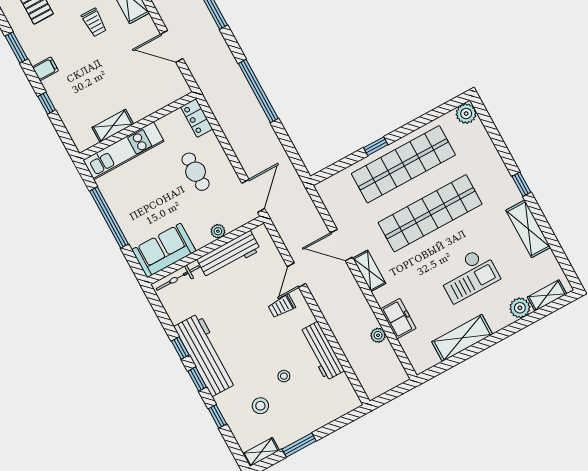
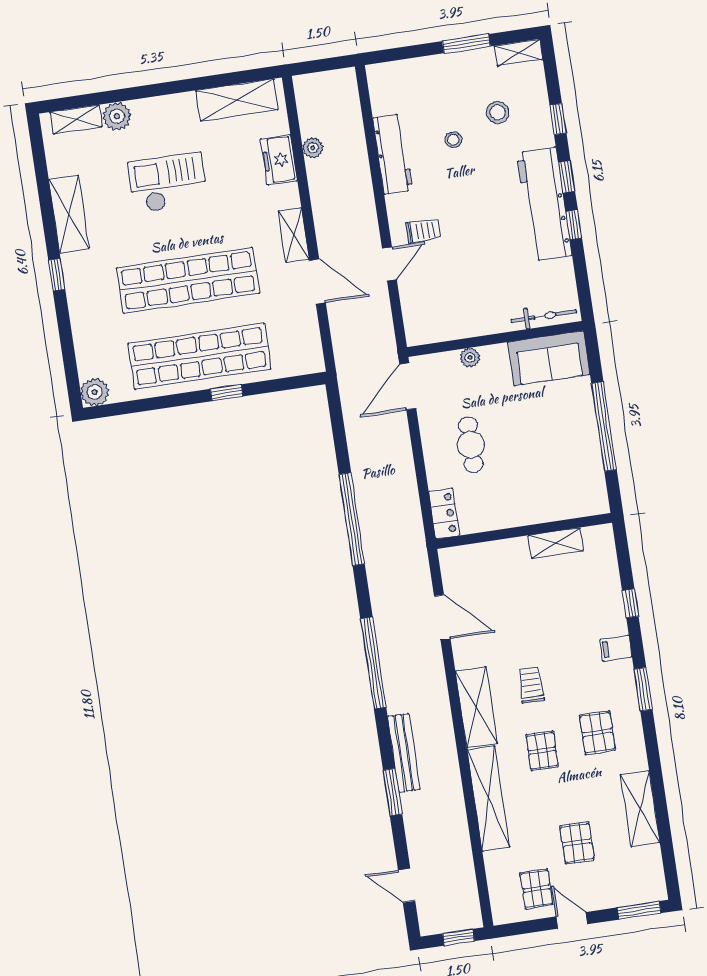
kitchen unit: (123, 151) -> (554, 506), removed
workbench: (229, 255) -> (467, 322), removed
shelving: (462, 338) -> (237, 100), moved

